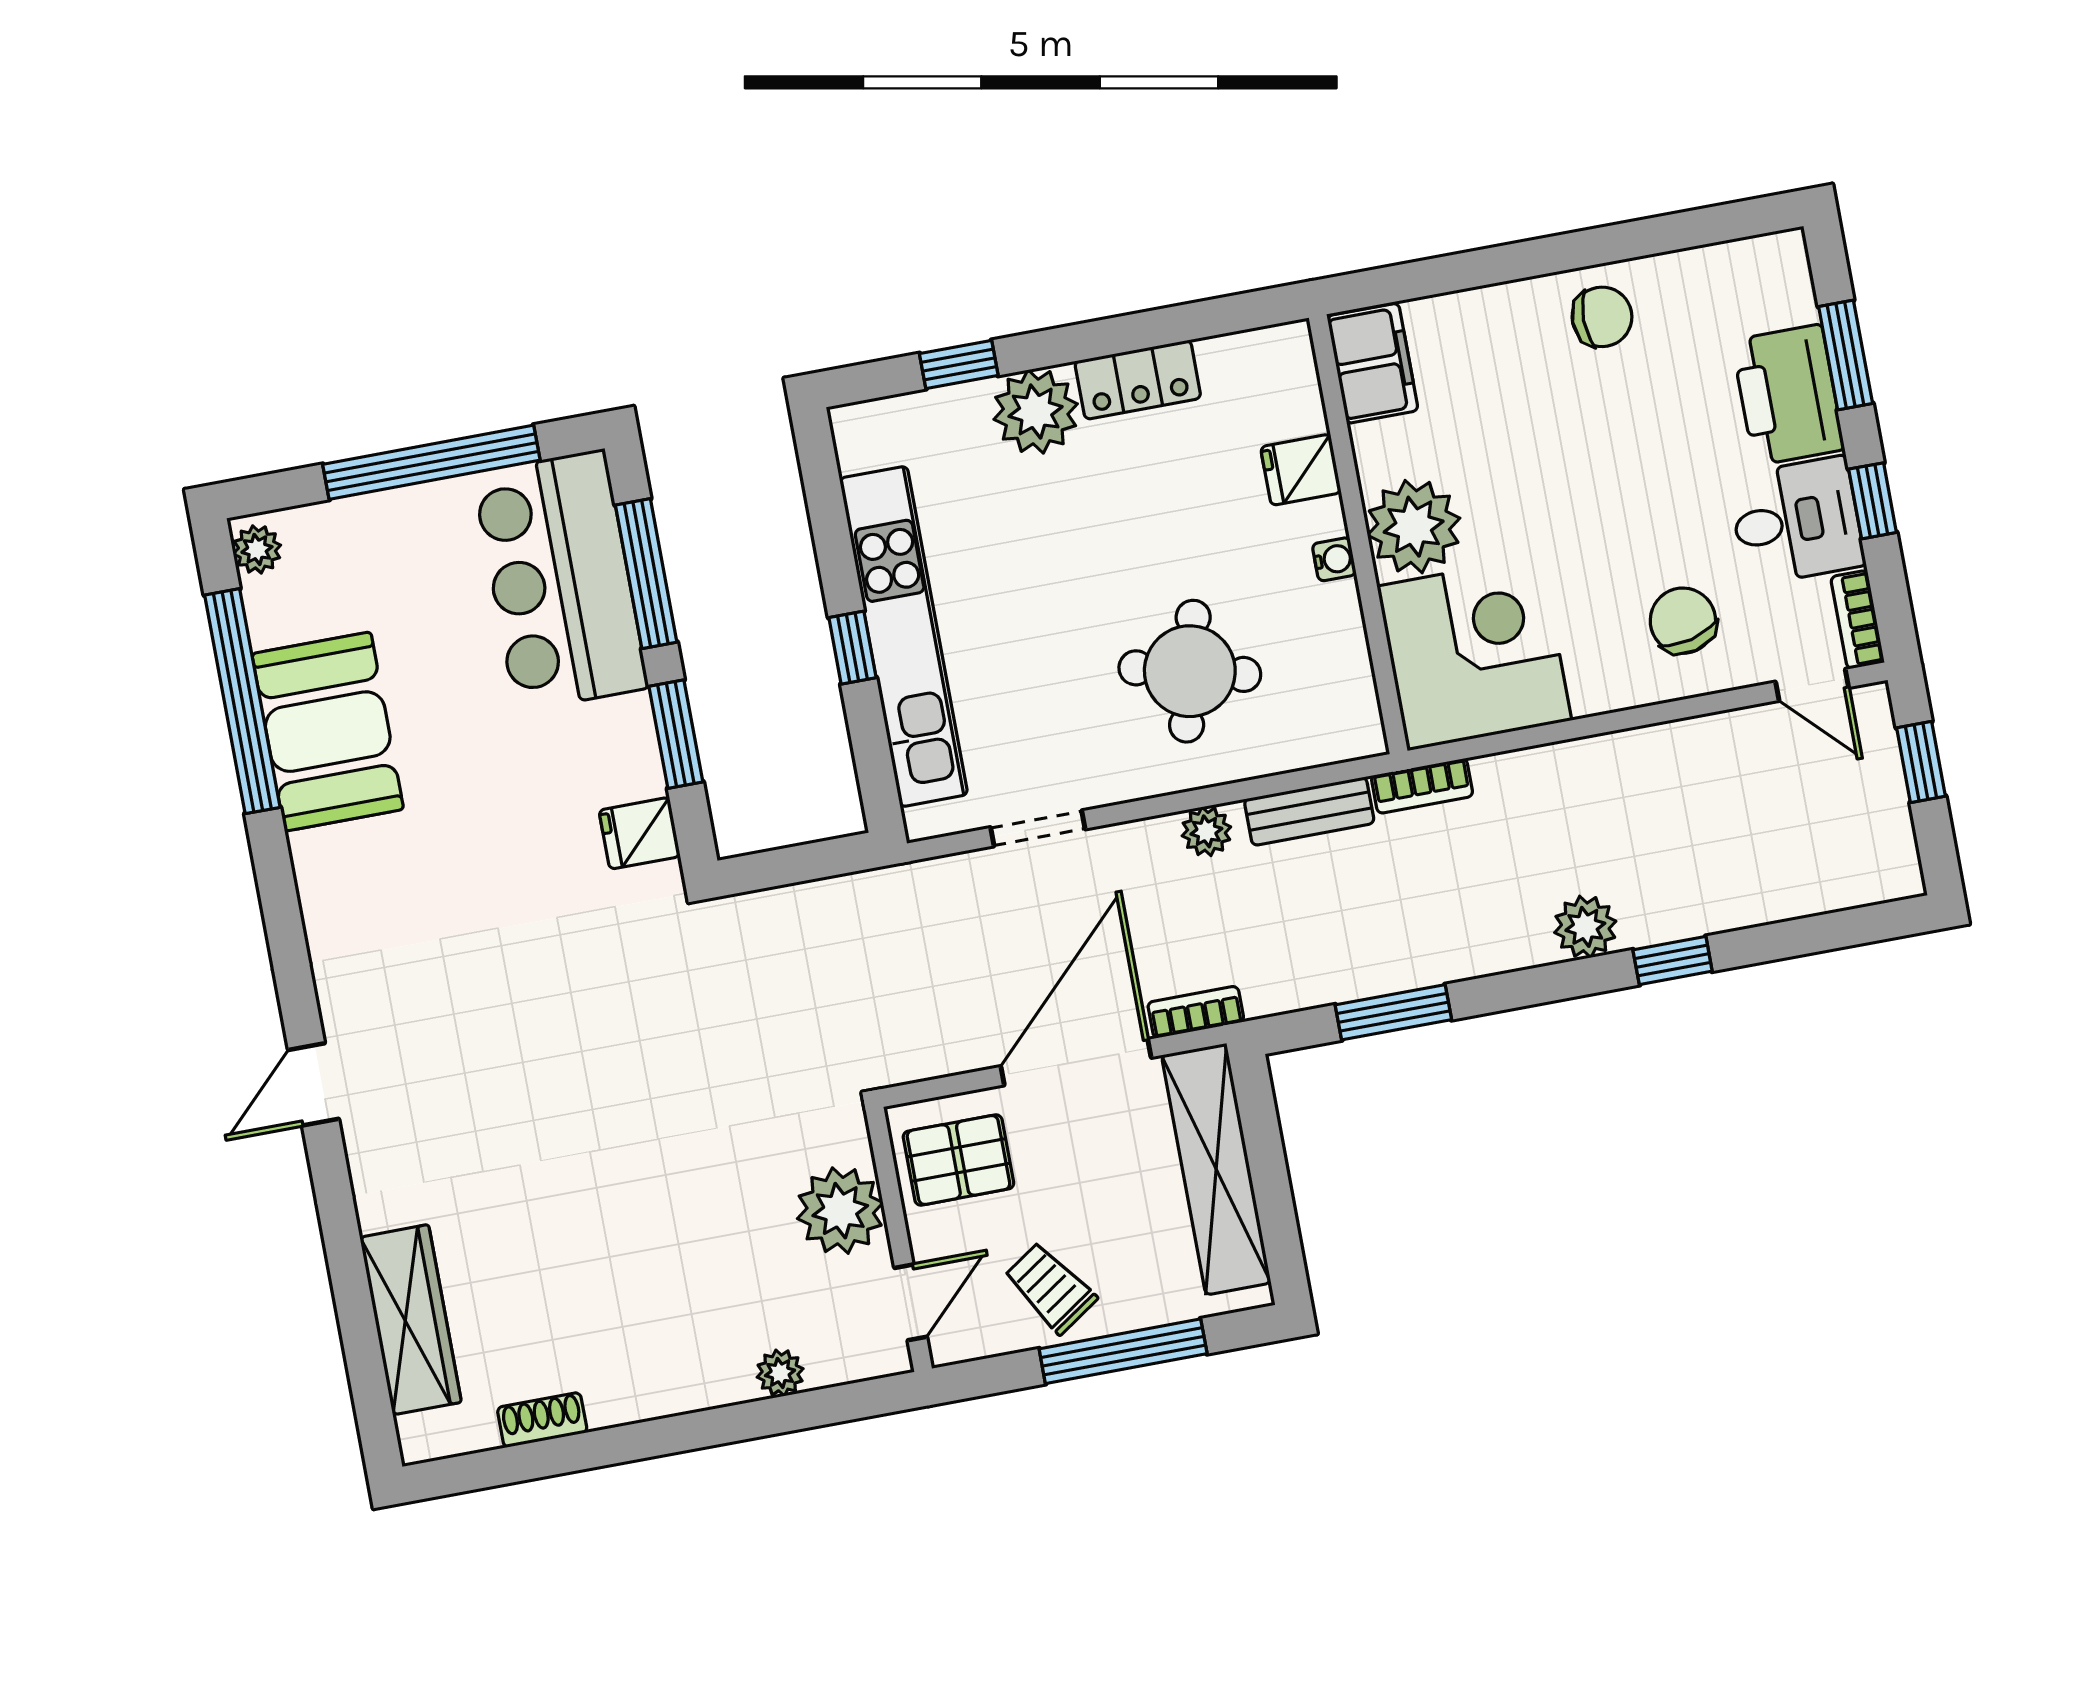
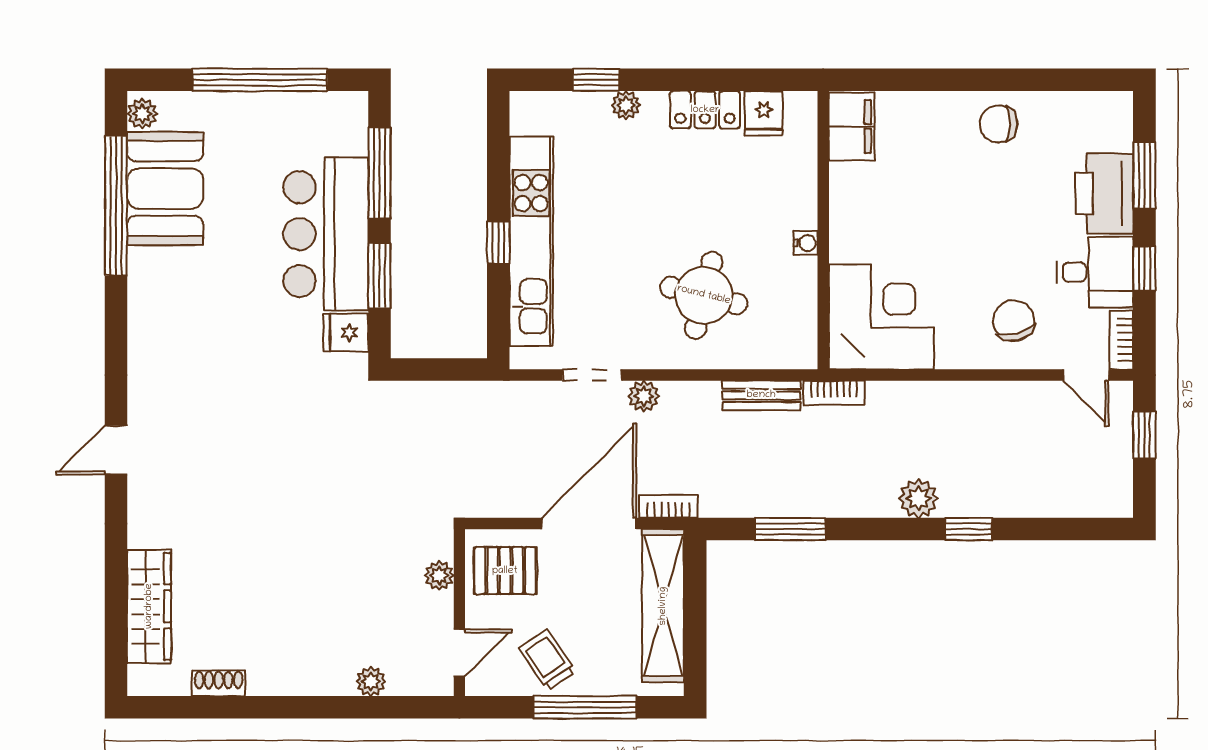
chair: (1602, 317) -> (999, 124), turned 180
plant: (1036, 412) -> (626, 105), width x0.53, depth x0.53
fridge: (1301, 470) -> (764, 113), moved, turned -90
plant: (1414, 527) -> (858, 232), removed
bar counter: (560, 580) -> (326, 234), moved
booth: (328, 732) -> (165, 189), moved
plant: (1206, 831) -> (644, 396), moved
plant: (840, 1211) -> (439, 575), width x0.53, depth x0.53

